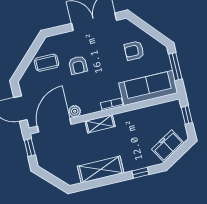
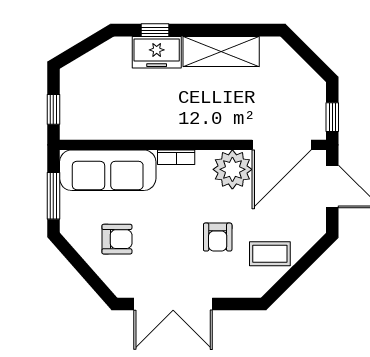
armchair: (78, 65) -> (218, 237), turned 180
plant: (75, 111) -> (232, 169), width x1.87, depth x1.87
shelving: (100, 124) -> (204, 129), removed
freezer: (168, 146) -> (157, 52), moved, turned 31

